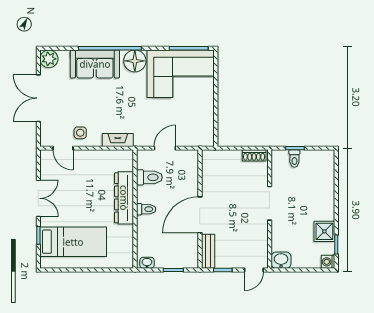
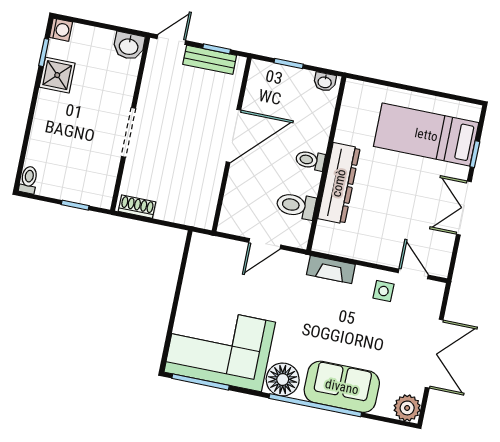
toilet: (294, 159) -> (29, 180), moved
bench: (208, 251) -> (210, 60), moved, turned 90

